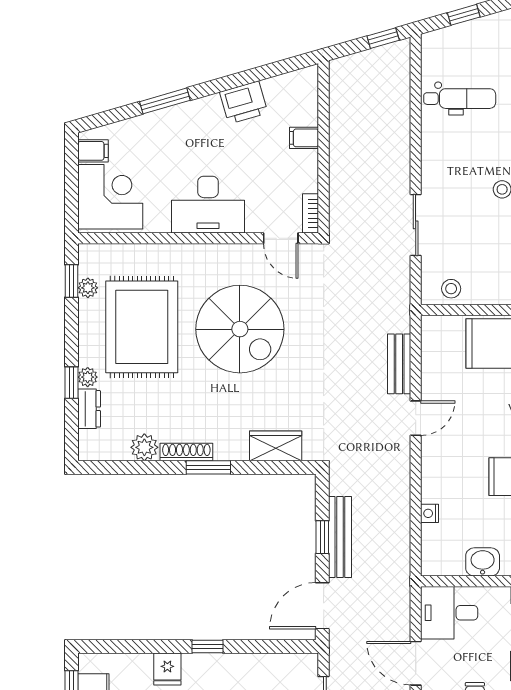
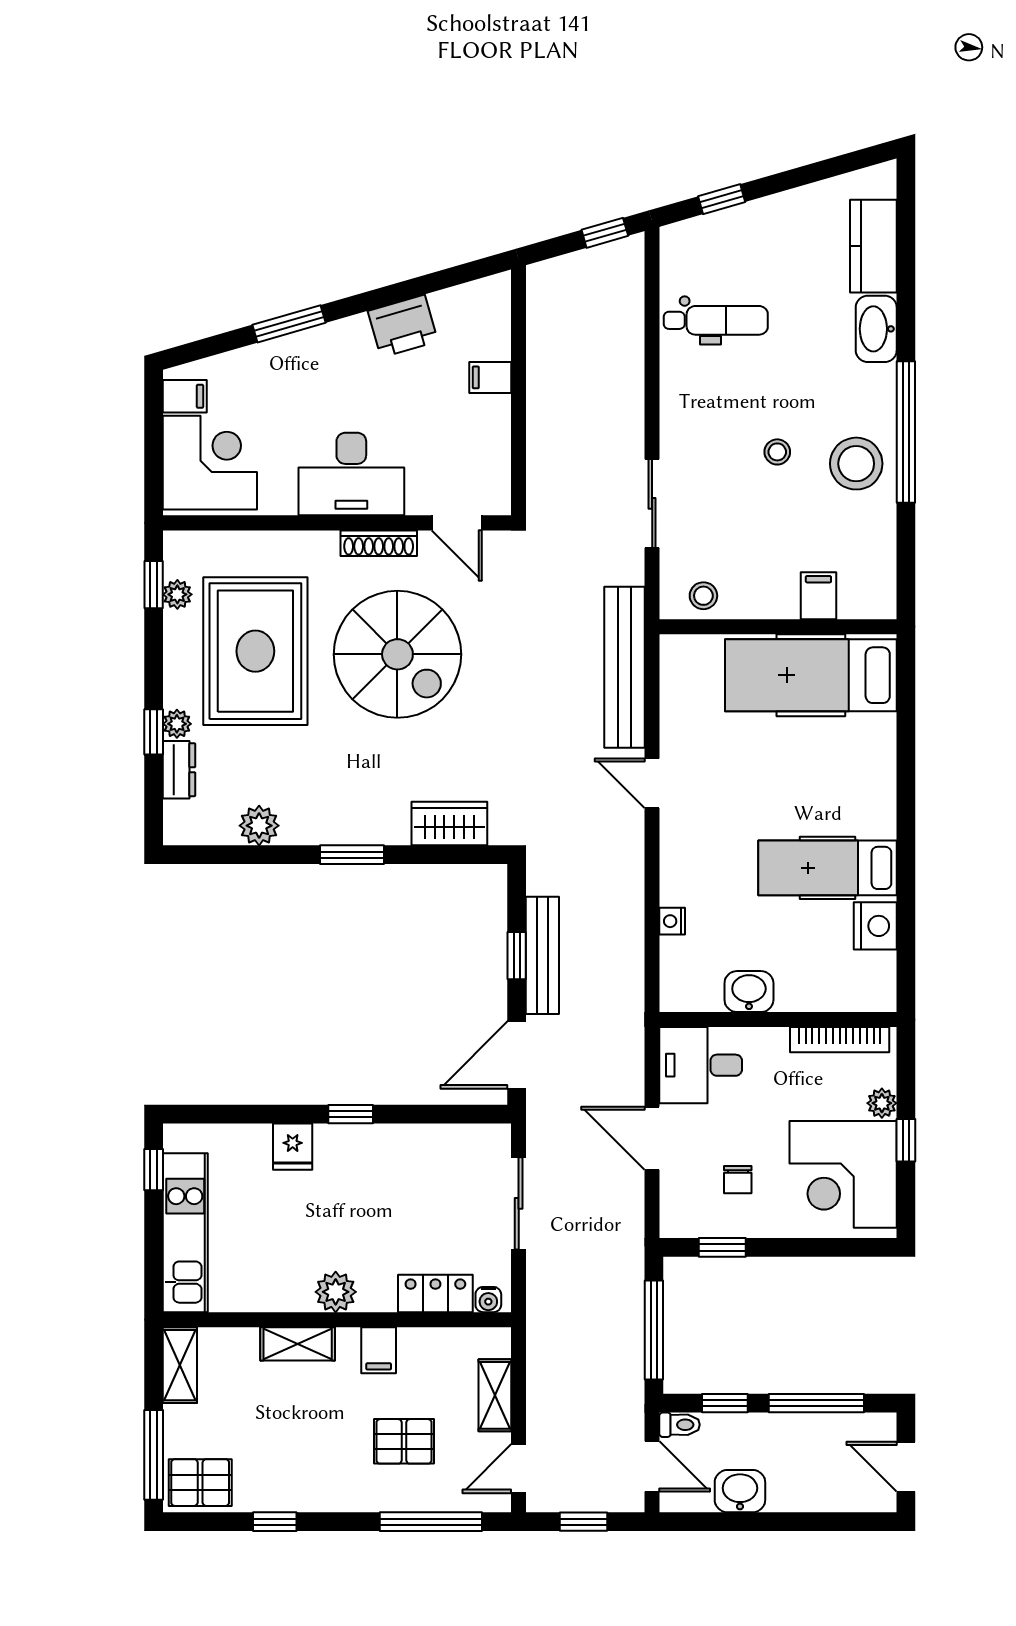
bookcase: (310, 213) -> (500, 487), removed
bench: (399, 364) -> (625, 667), width x1.86, depth x1.21
door: (416, 418) -> (652, 783), swing flipped
shoe rack: (186, 452) -> (379, 543), moved, turned 180

